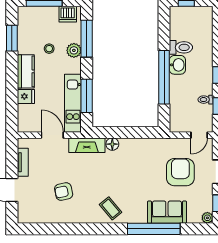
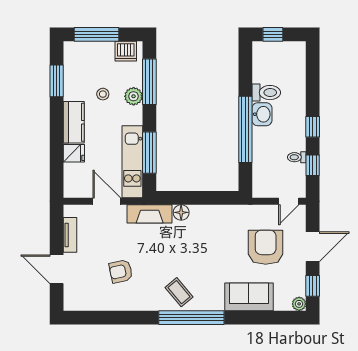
window: (154, 229) -> (191, 318), moved

